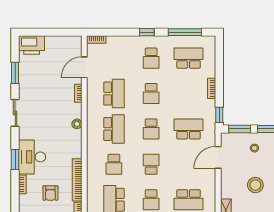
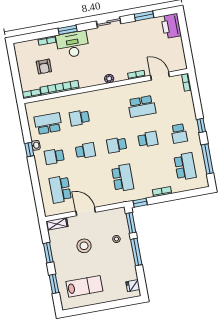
school desk: (151, 58) -> (179, 134), turned -90
school desk: (151, 94) -> (148, 139), turned 180
school desk: (114, 129) -> (111, 112), removed
door: (218, 157) -> (86, 212), moved
armchair: (50, 193) -> (44, 67), turned -90

